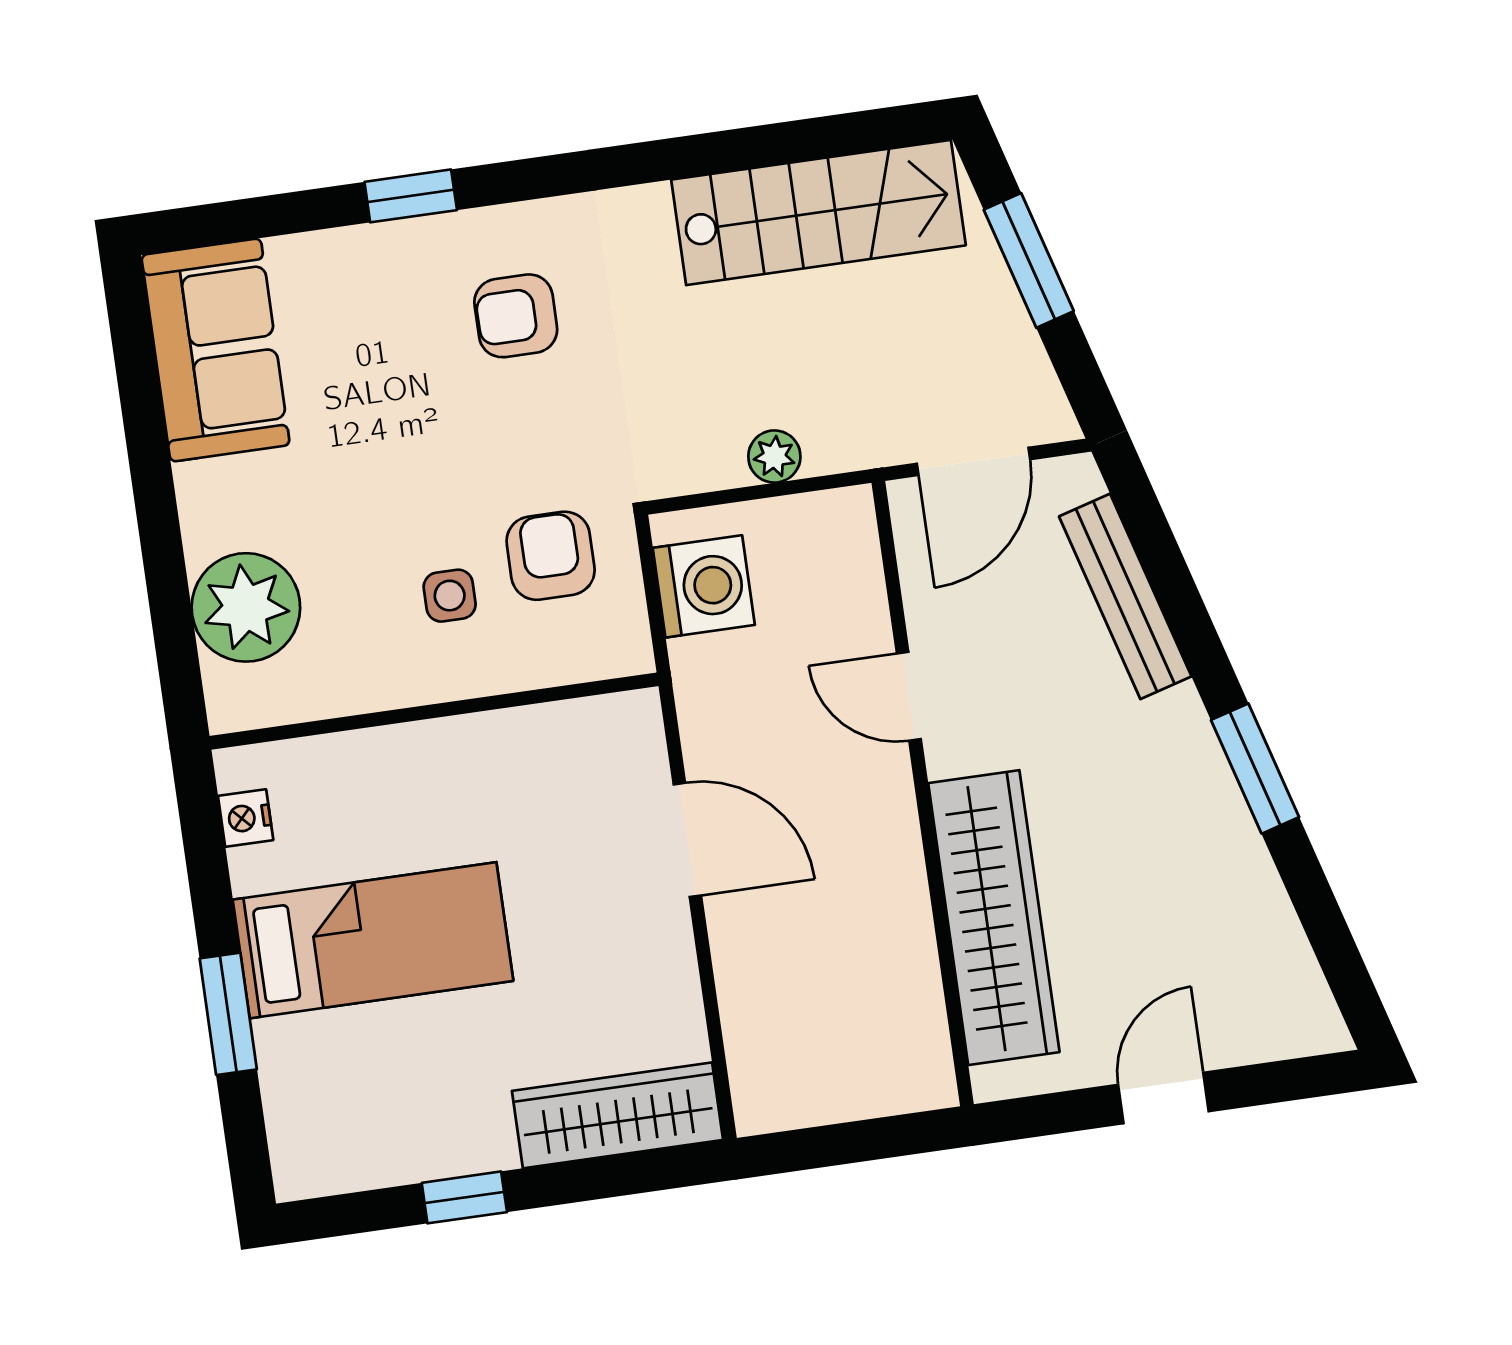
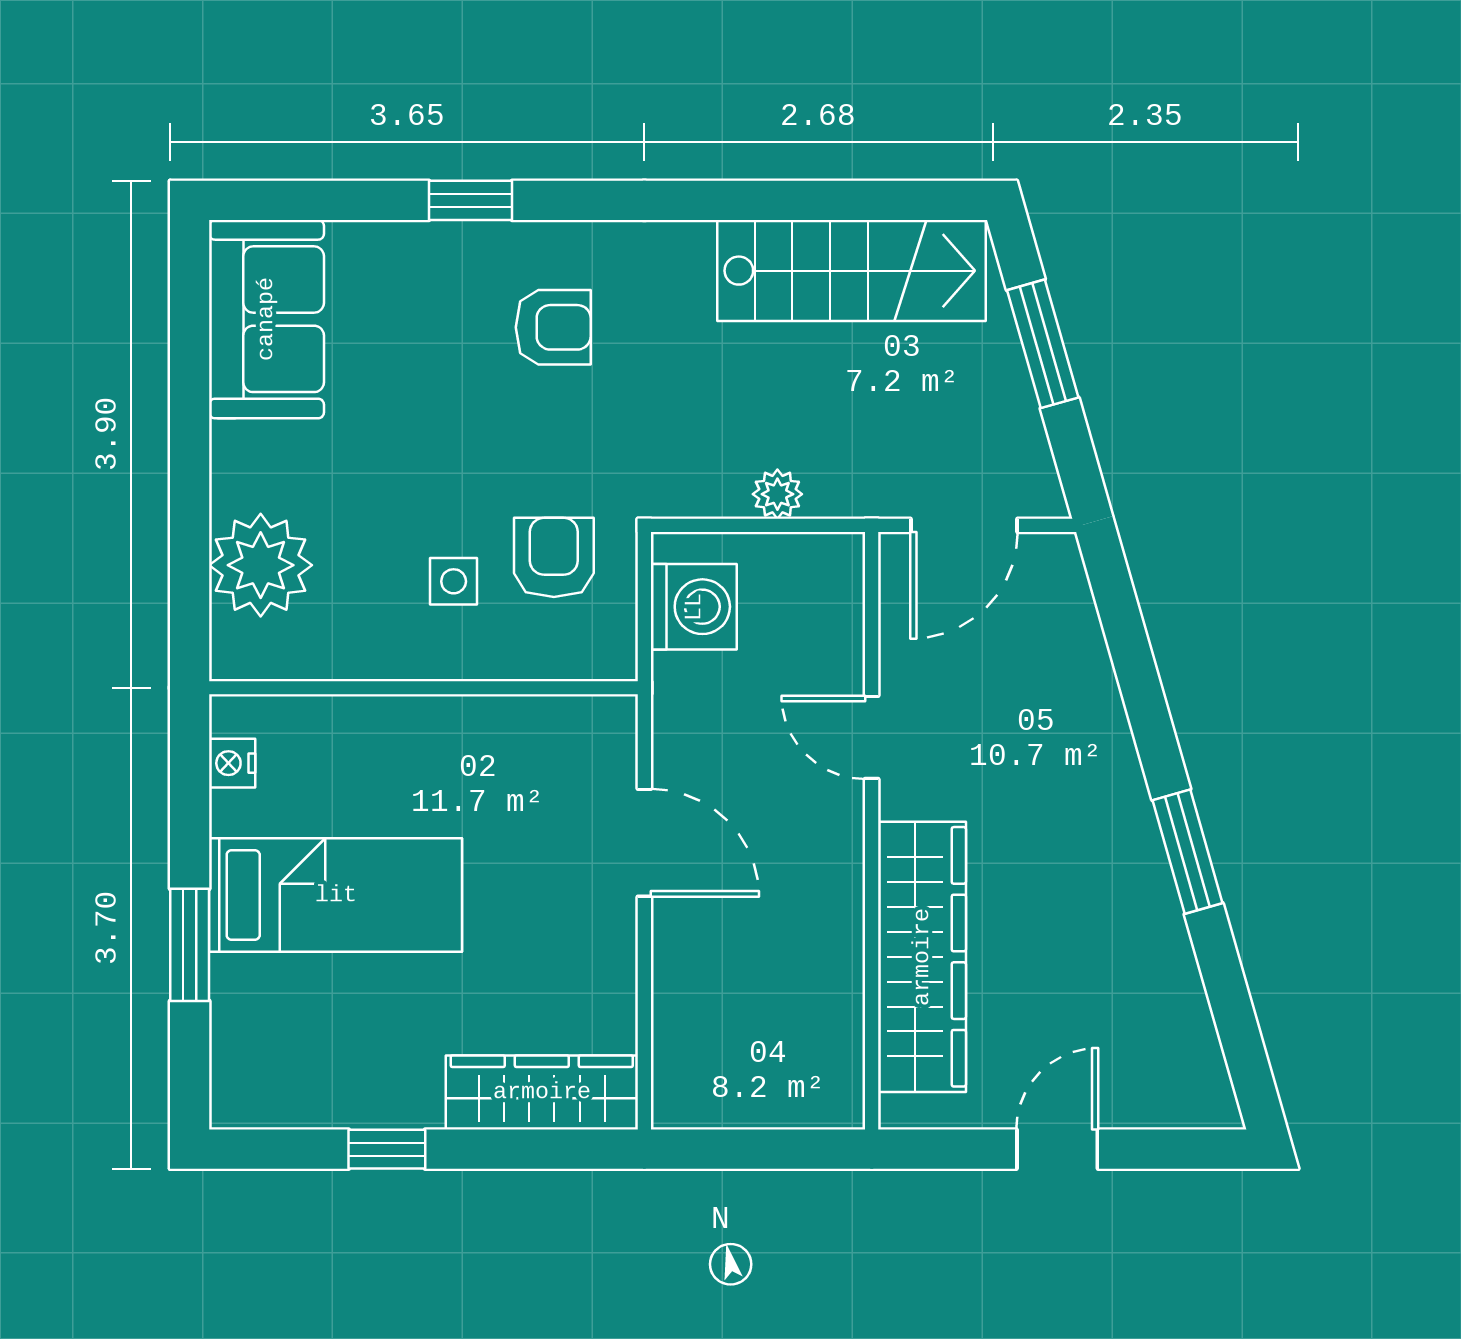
armchair: (516, 316) -> (553, 327), turned 180
bench: (1125, 596) -> (1089, 672), removed

